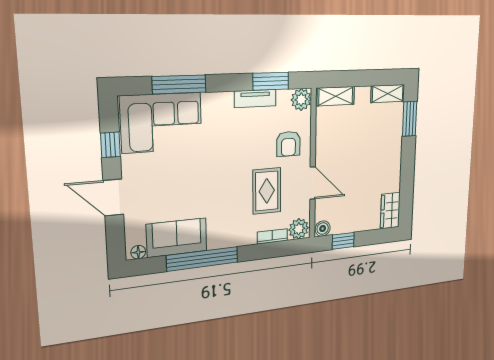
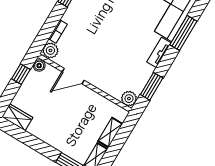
shelving: (336, 96) -> (110, 132), moved
tv unit: (255, 99) -> (159, 52), moved
armchair: (288, 144) -> (108, 75), removed
rug: (267, 191) -> (89, 45), removed

